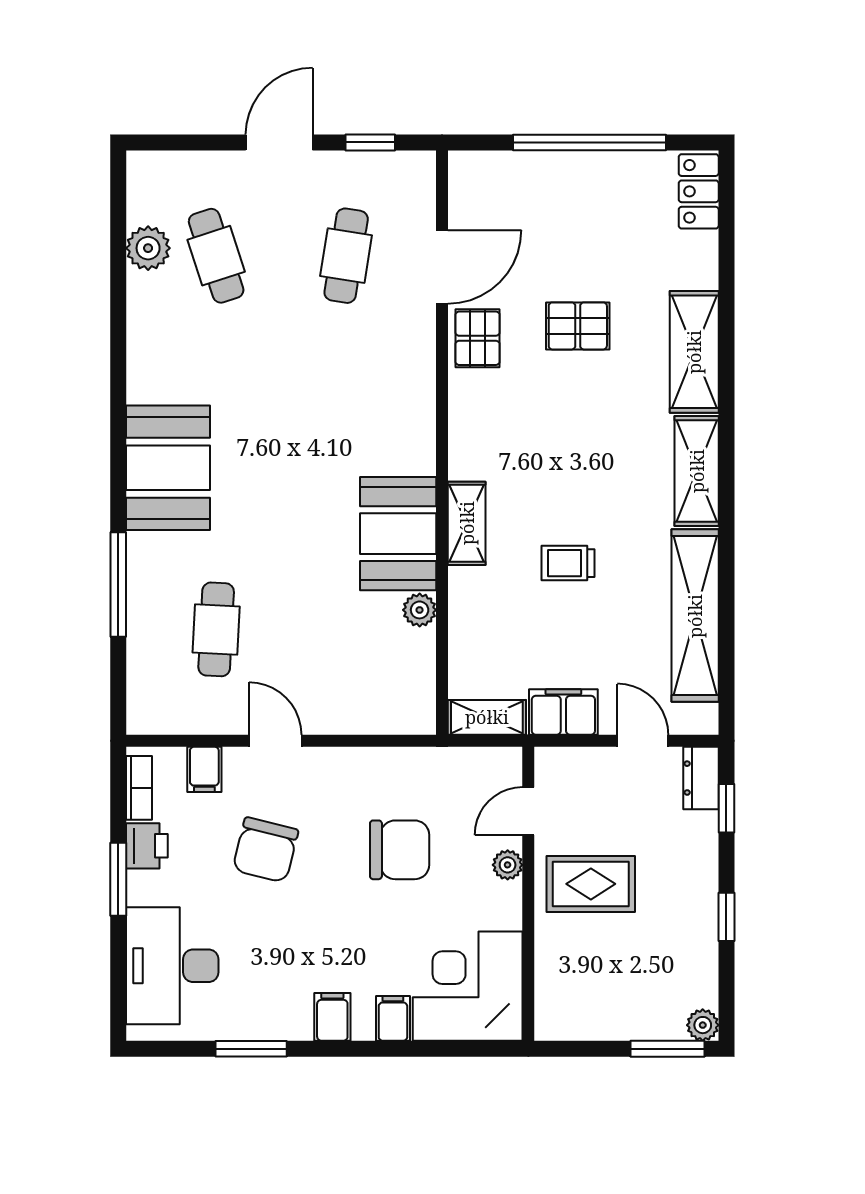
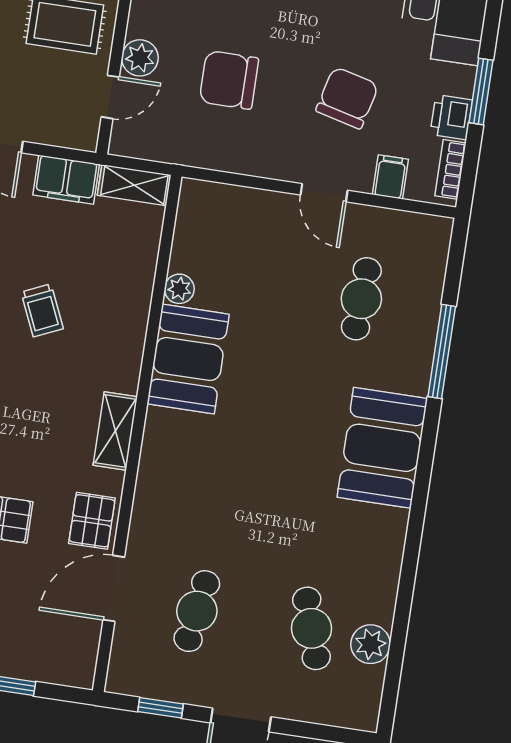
shelving: (467, 523) -> (115, 431), moved
trolley: (568, 563) -> (42, 310), turned 66
plant: (508, 865) -> (140, 58), width x1.38, depth x1.38

